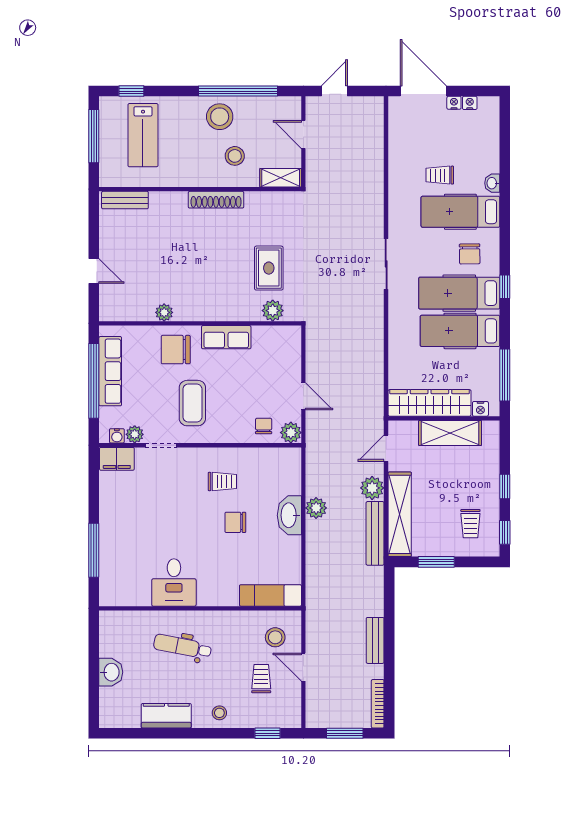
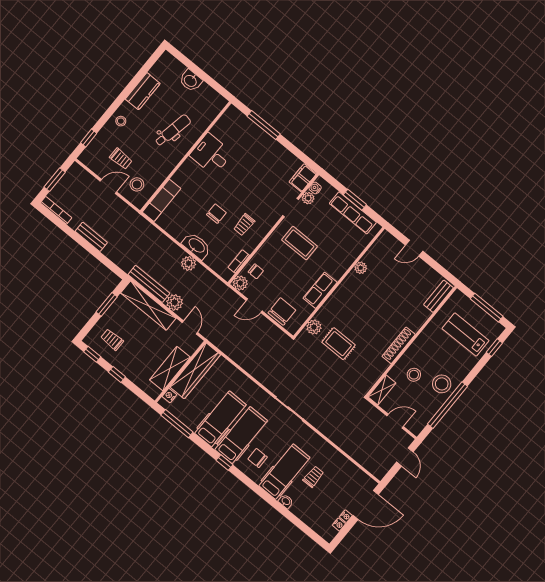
chair: (176, 350) -> (282, 311), moved
window: (94, 381) -> (355, 200), width x0.47
bookcase: (268, 454) -> (239, 261), added

